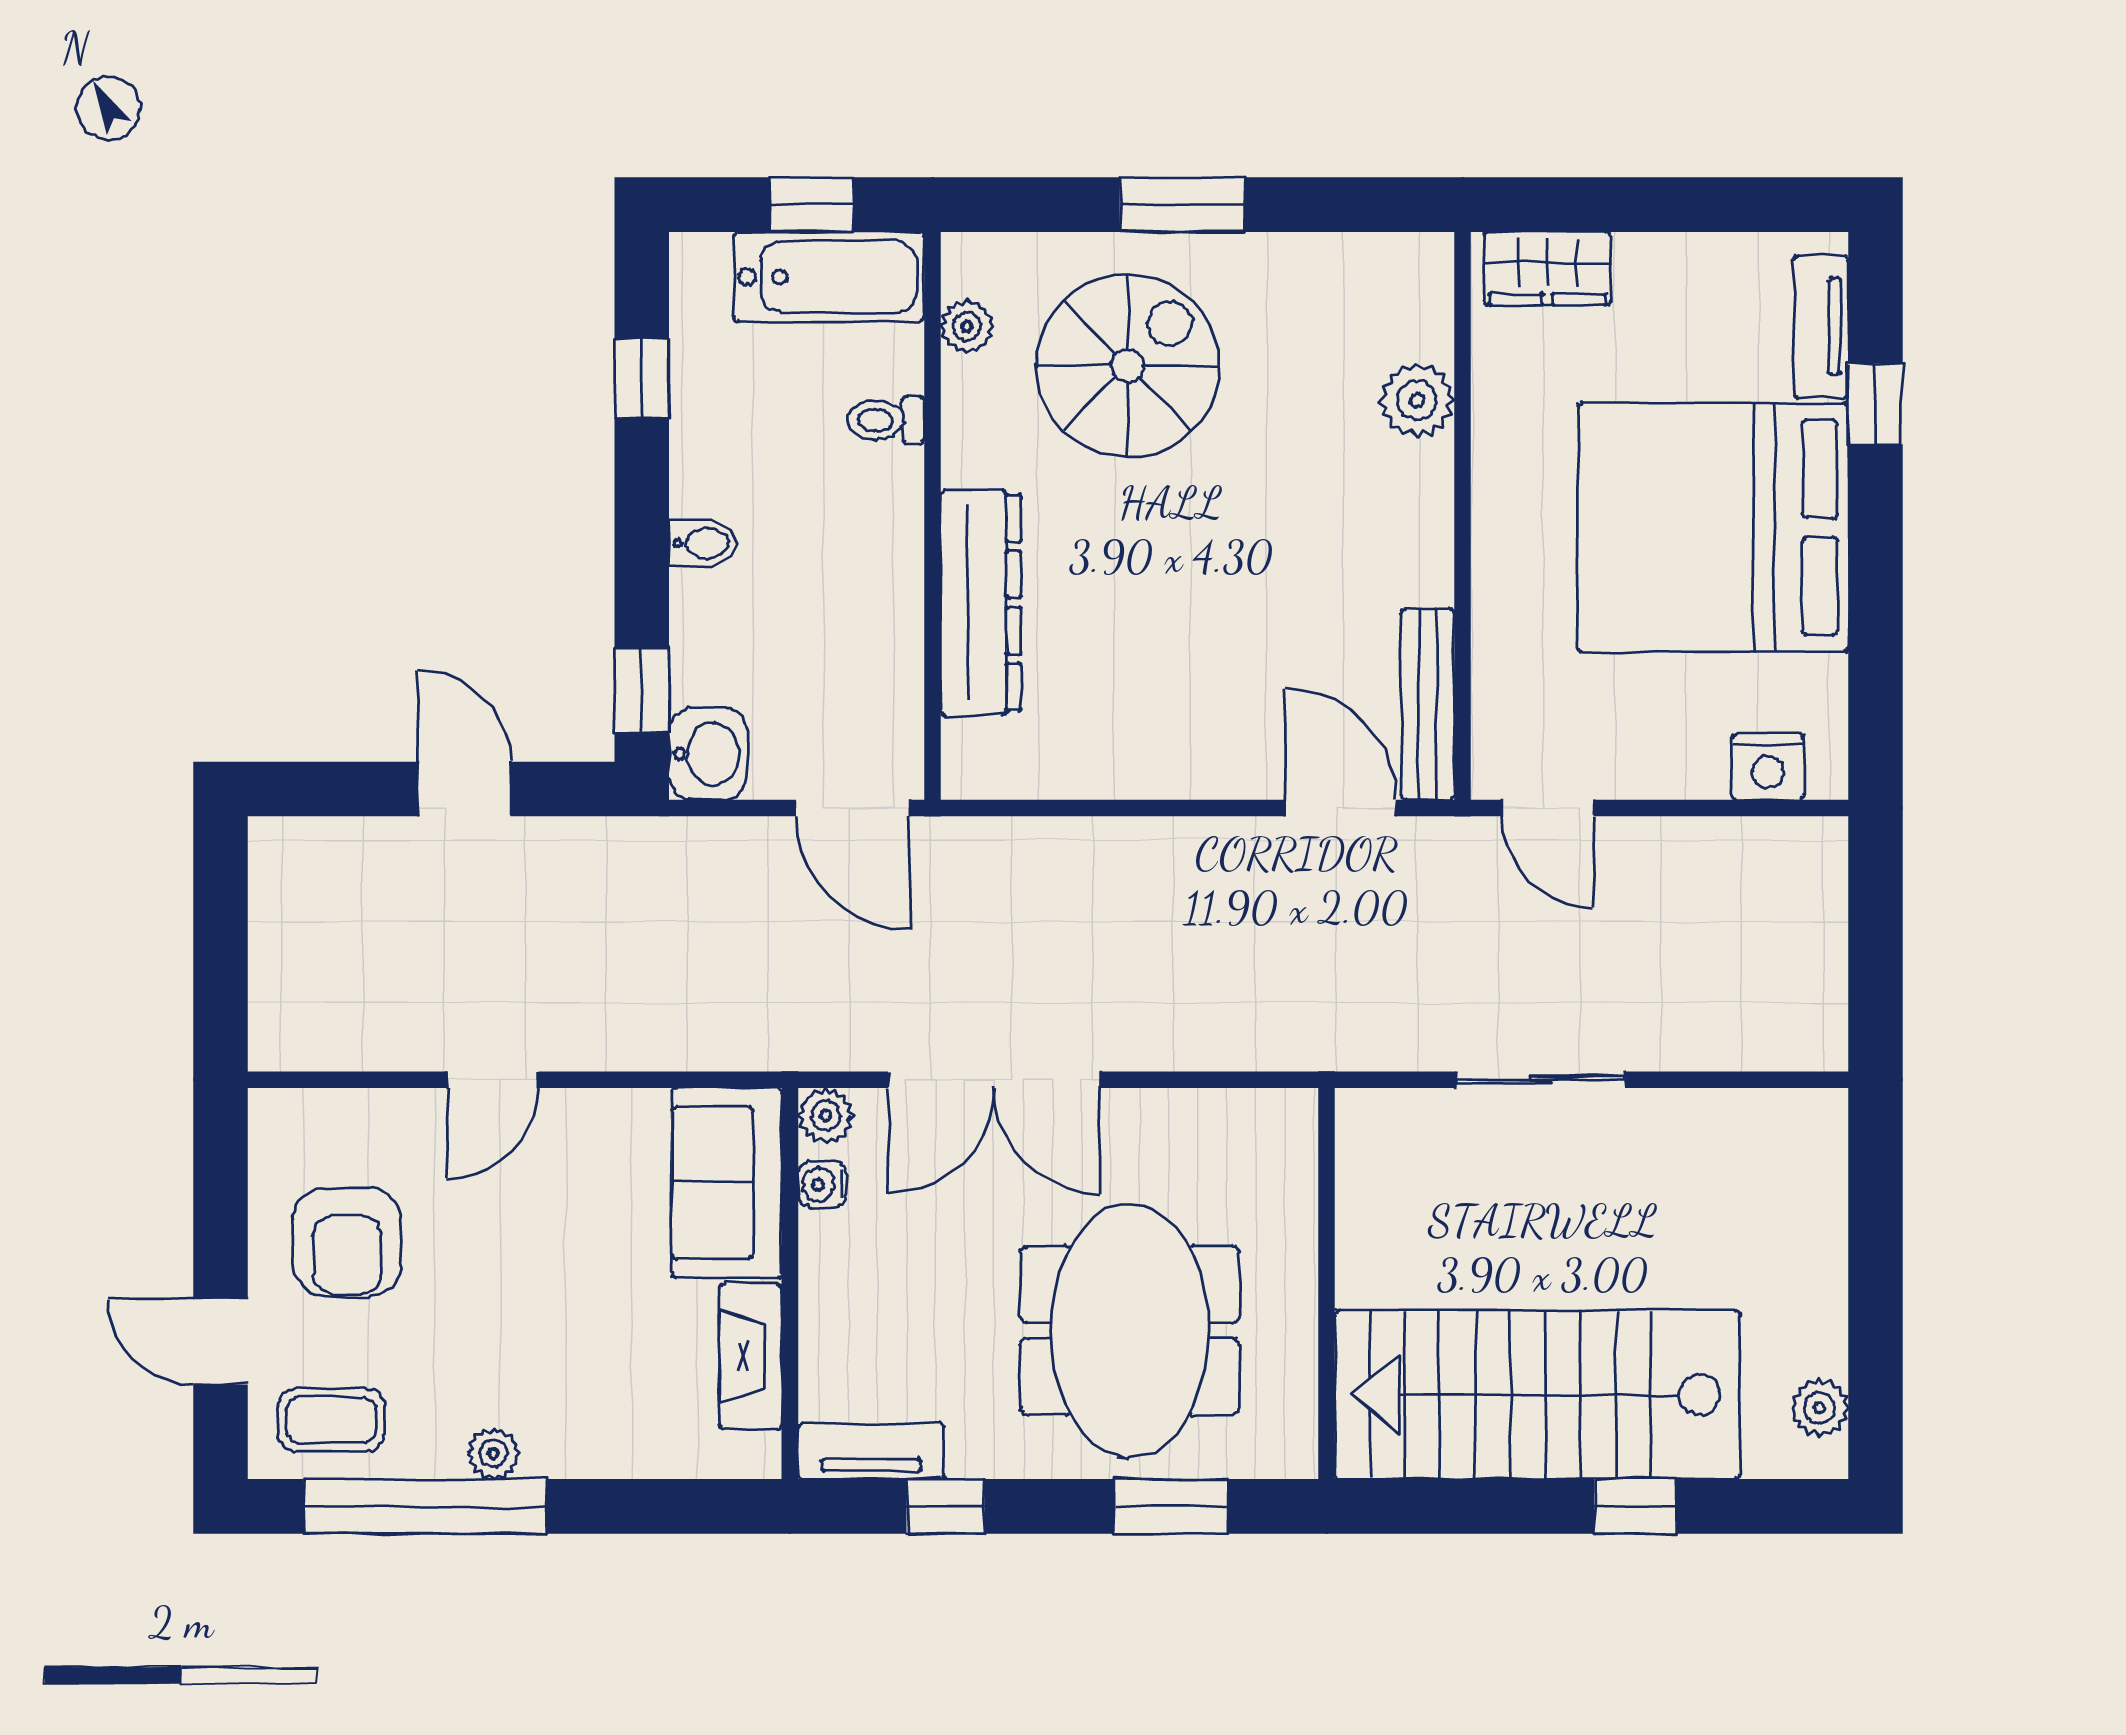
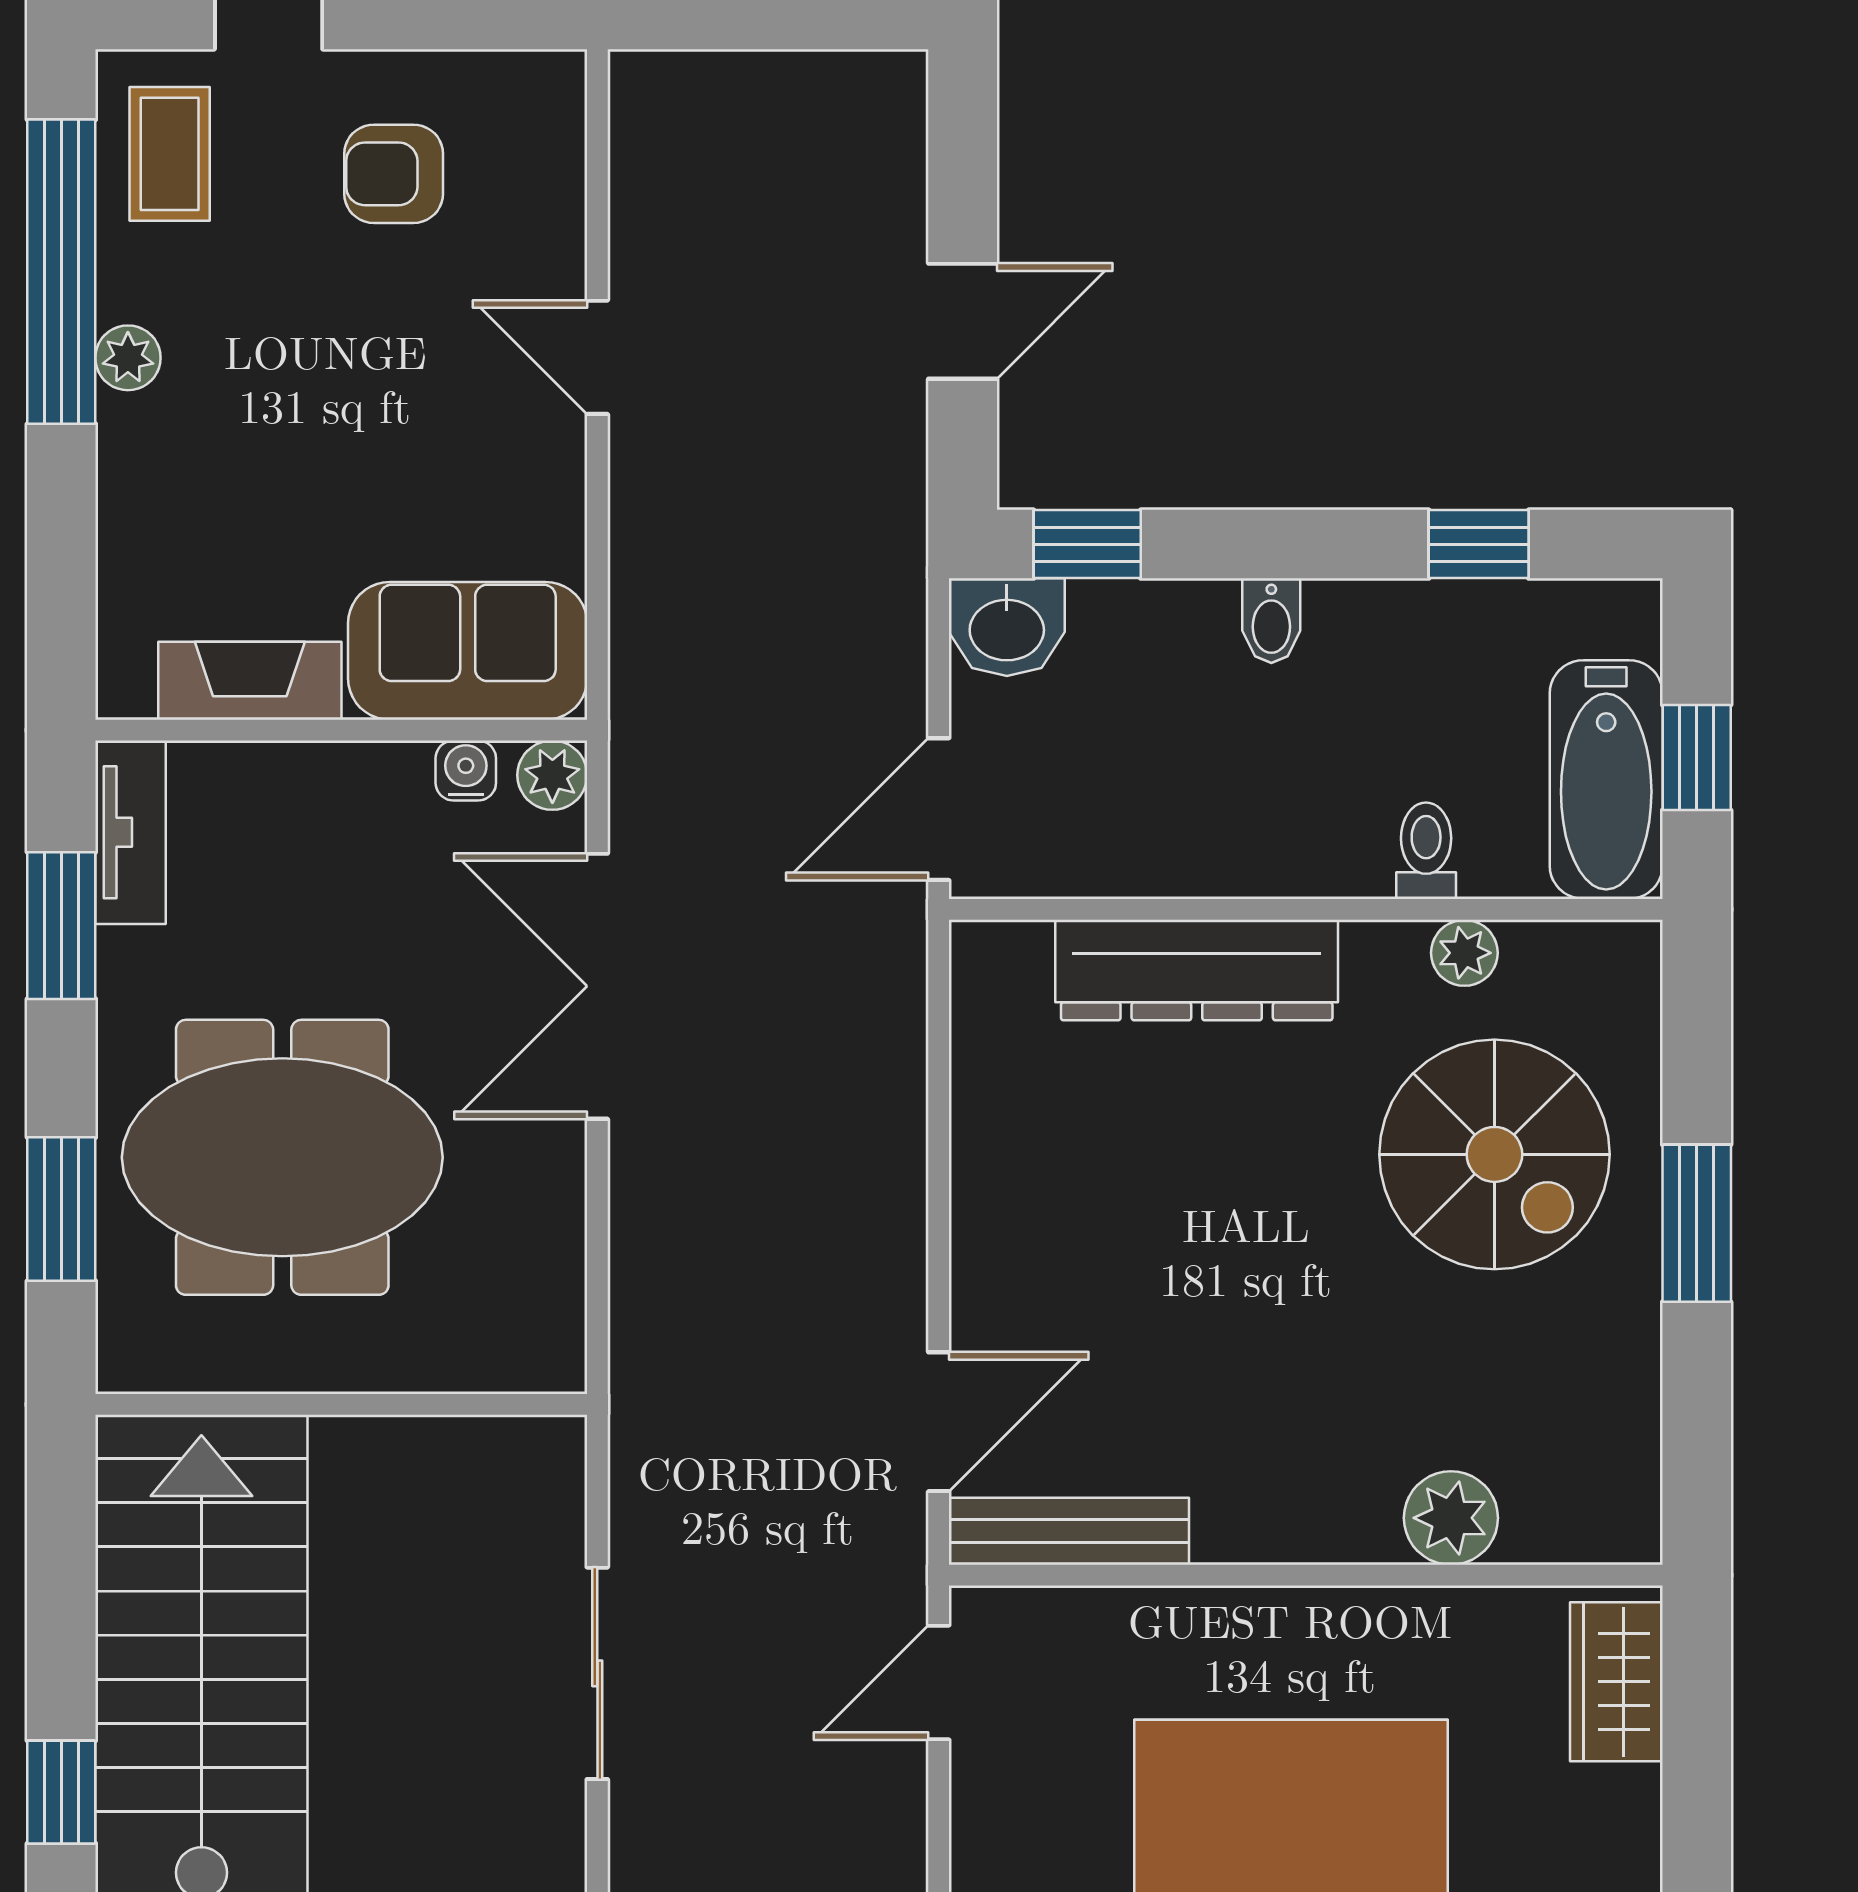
plant: (967, 326) -> (1464, 953), moved
armchair: (347, 1242) -> (394, 174), width x0.72, depth x0.72
window: (945, 1506) -> (61, 926), width x1.50

